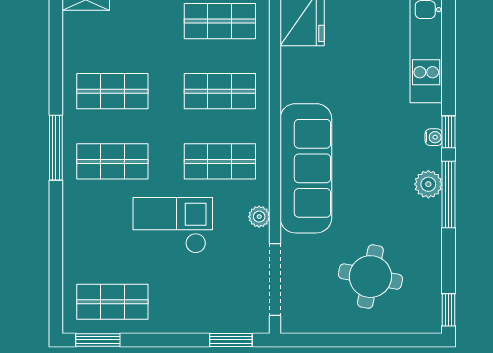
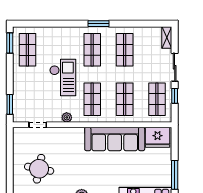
window: (56, 148) -> (99, 24), width x0.69
sofa: (306, 168) -> (115, 139), moved
doorway: (275, 279) -> (38, 125), width x0.53

